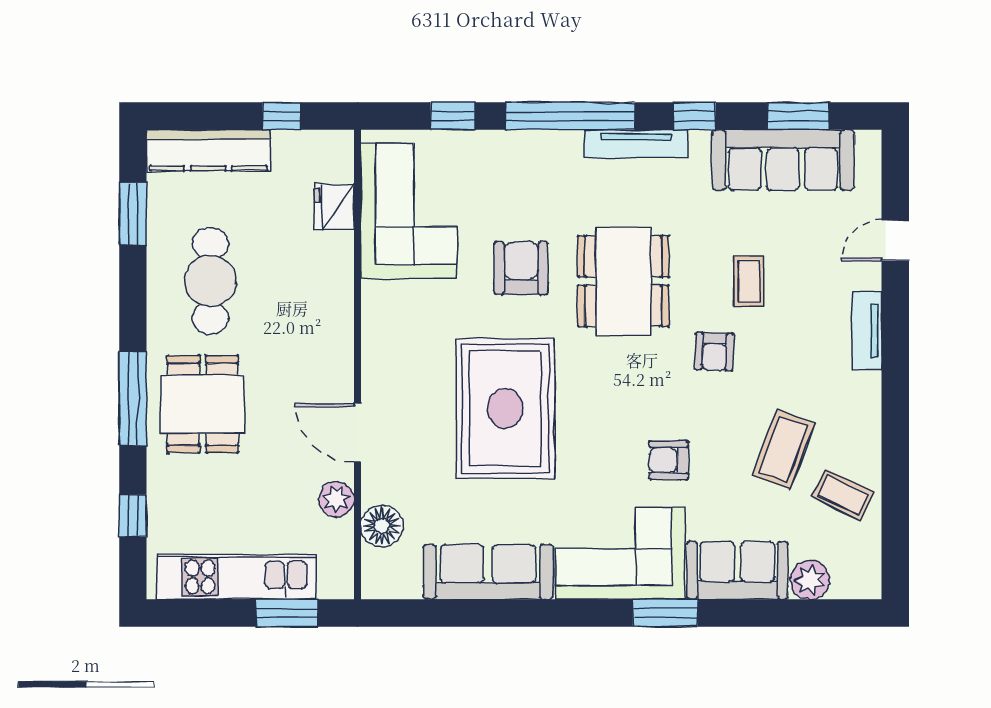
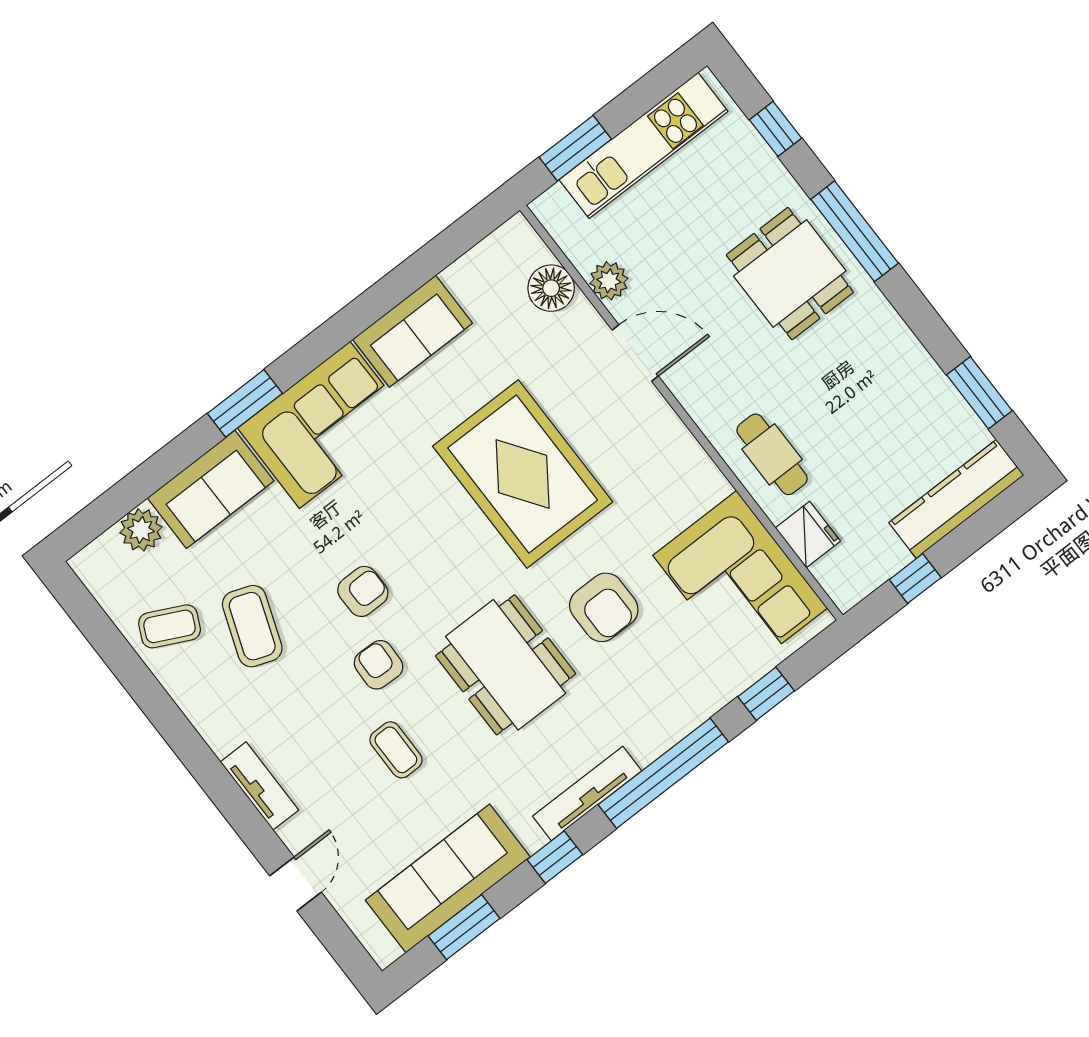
cafe table: (210, 281) -> (772, 454), moved, width x0.73, depth x0.74
armchair: (669, 460) -> (363, 591), moved
sofa: (488, 572) -> (413, 331), width x0.73

